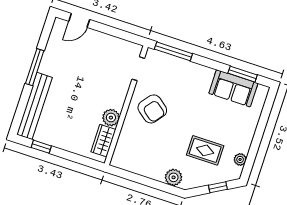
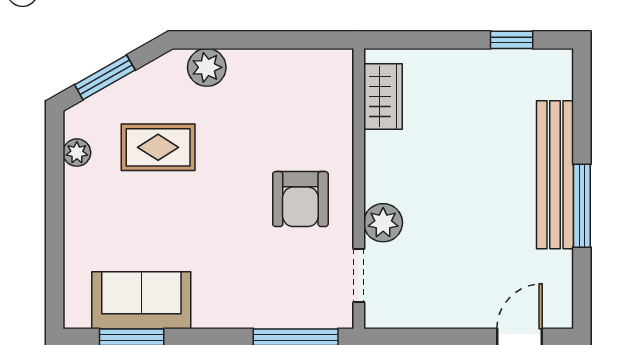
bench: (34, 106) -> (555, 175), moved
armchair: (152, 109) -> (300, 199), turned -128
plant: (111, 118) -> (383, 223), moved
window: (218, 187) -> (105, 77), width x1.50

